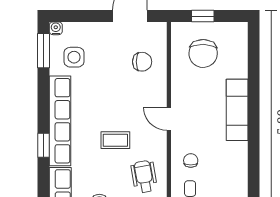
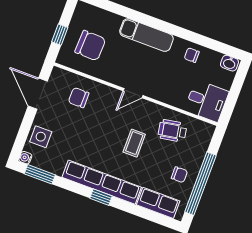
side table: (74, 57) -> (41, 137), moved
chair: (142, 62) -> (79, 98), turned -90
window: (43, 145) -> (101, 197), moved
chair: (191, 160) -> (192, 55), moved

